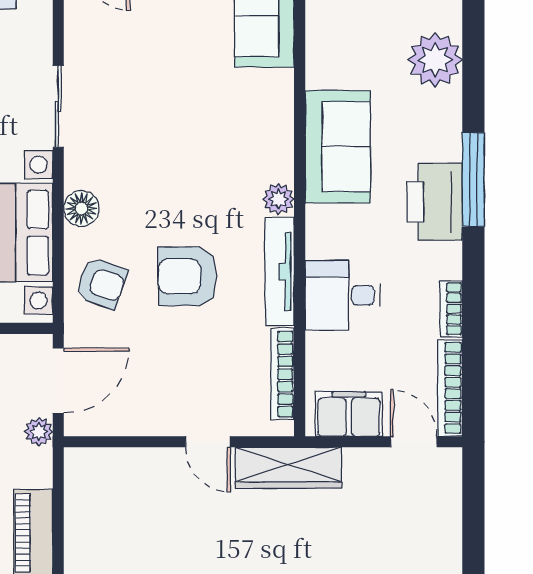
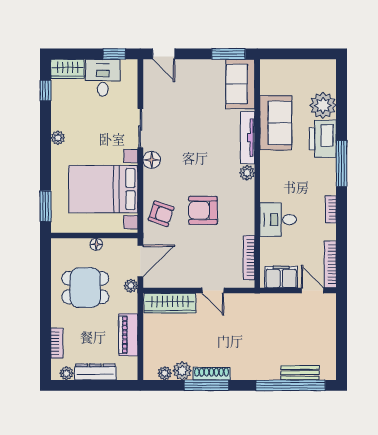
sofa: (338, 147) -> (276, 123), moved
printer: (435, 202) -> (323, 139), moved
floor lamp: (81, 208) -> (152, 160), moved
tv unit: (280, 271) -> (248, 138), moved
bookcase: (451, 309) -> (331, 209), moved
wardrobe: (289, 468) -> (170, 303), moved

